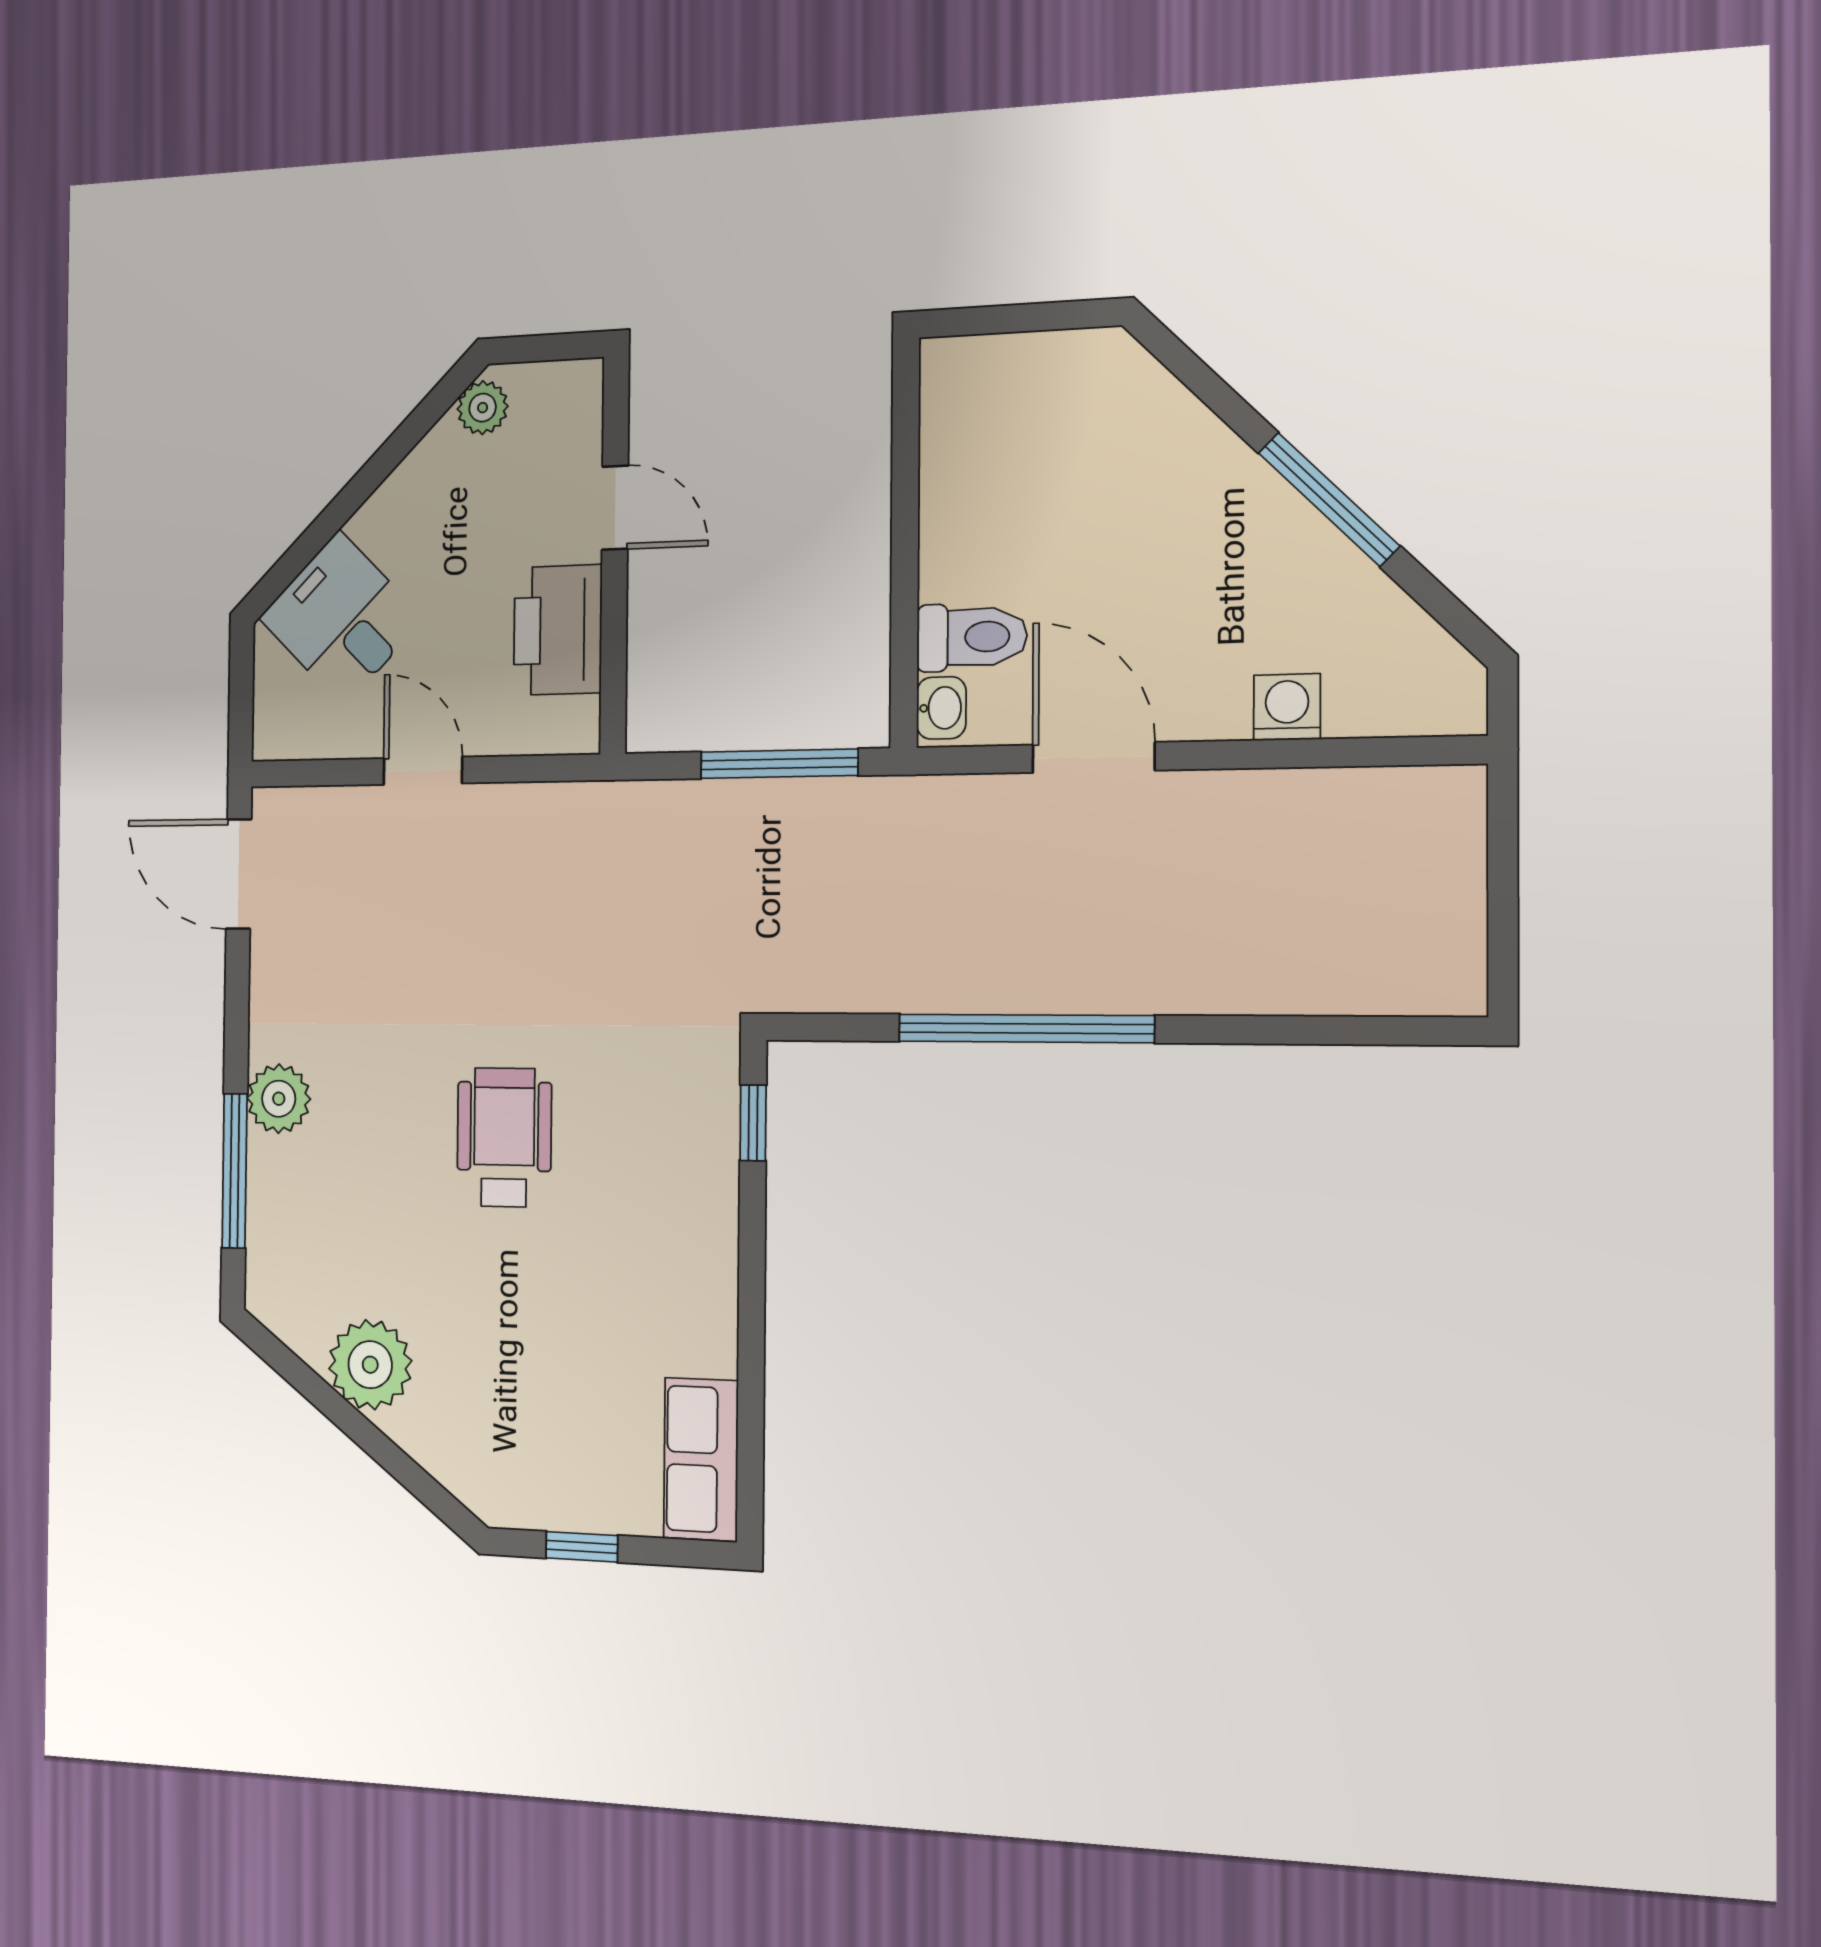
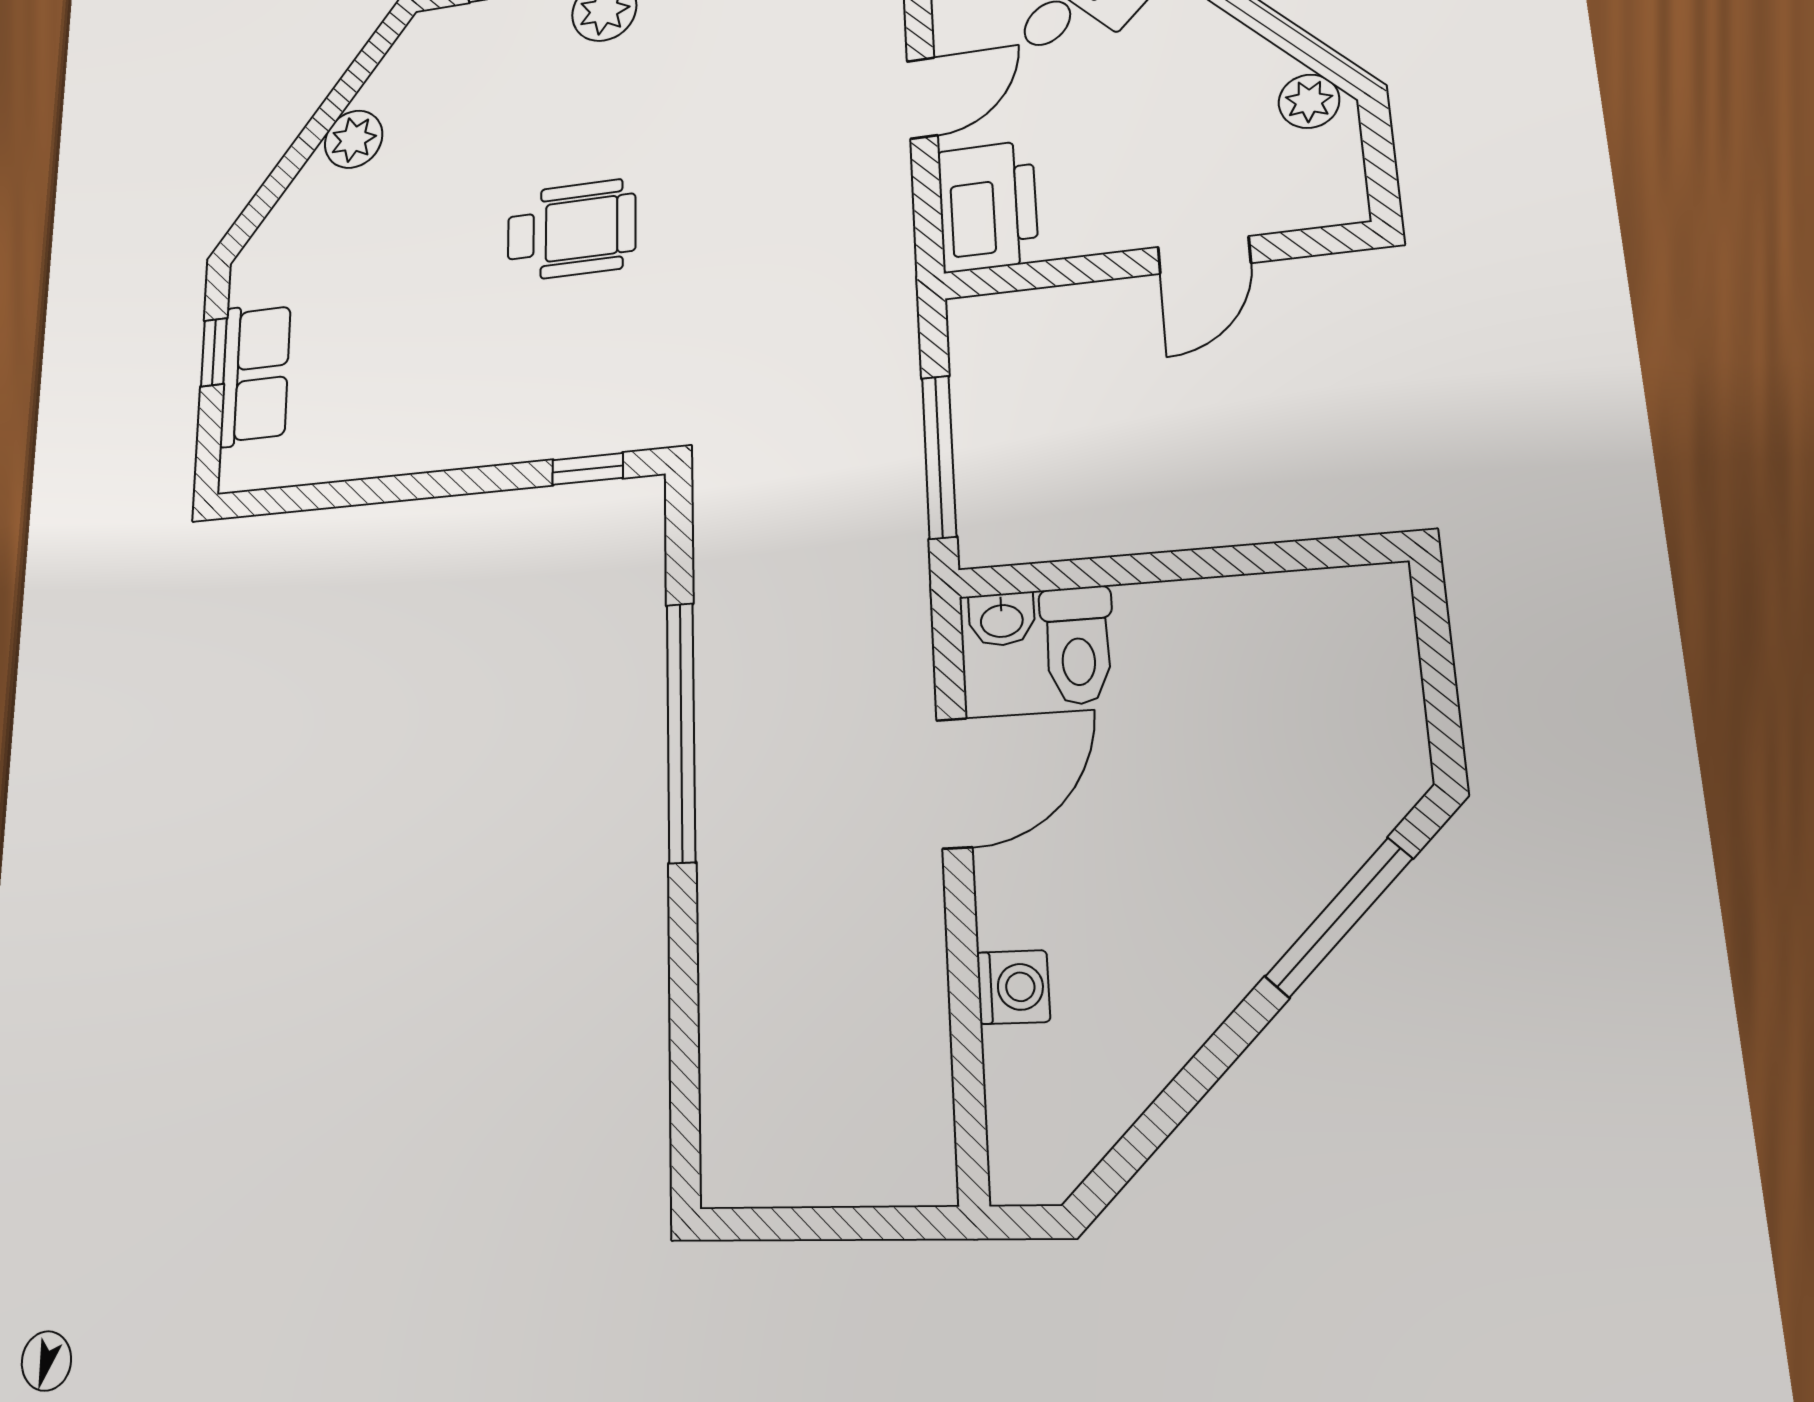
window: (1329, 499) -> (1339, 917), moved
printer: (558, 630) -> (988, 206), moved, turned 90
plant: (370, 1365) -> (354, 139), width x0.73, depth x0.73
row of seats: (701, 1459) -> (255, 374), moved, turned 90

